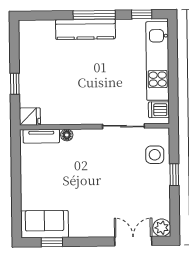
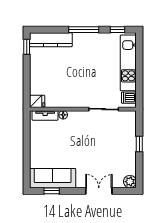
kitchen counter: (85, 29) -> (51, 40), moved
window: (15, 84) -> (27, 47), moved
side table: (155, 155) -> (126, 130), removed
sofa: (45, 224) -> (53, 178), width x1.36
double door: (133, 241) -> (99, 191), moved

